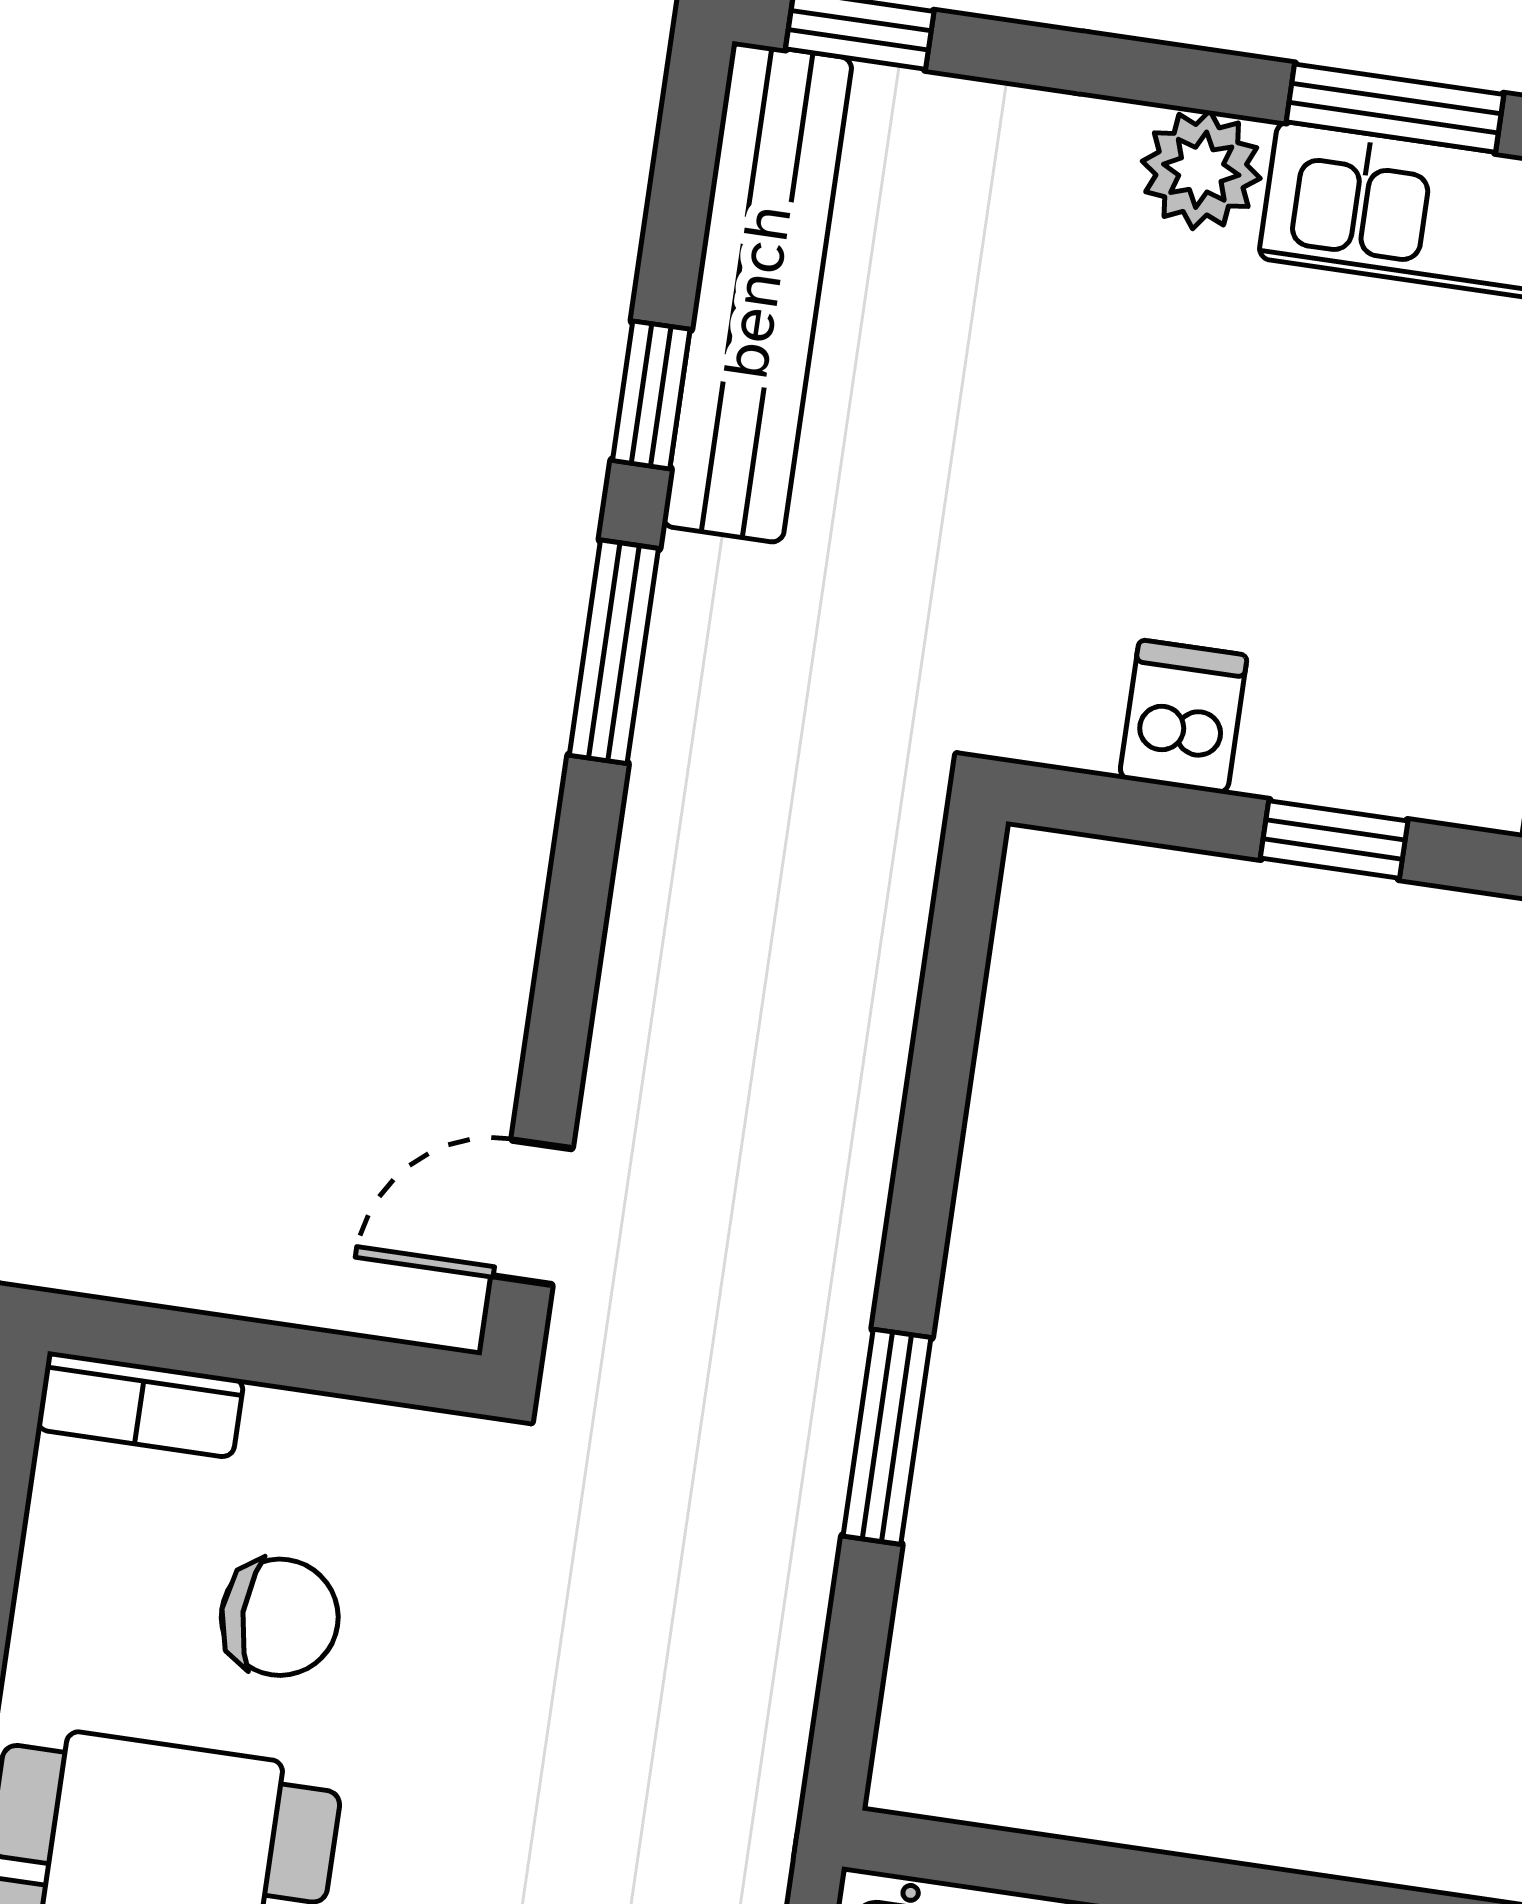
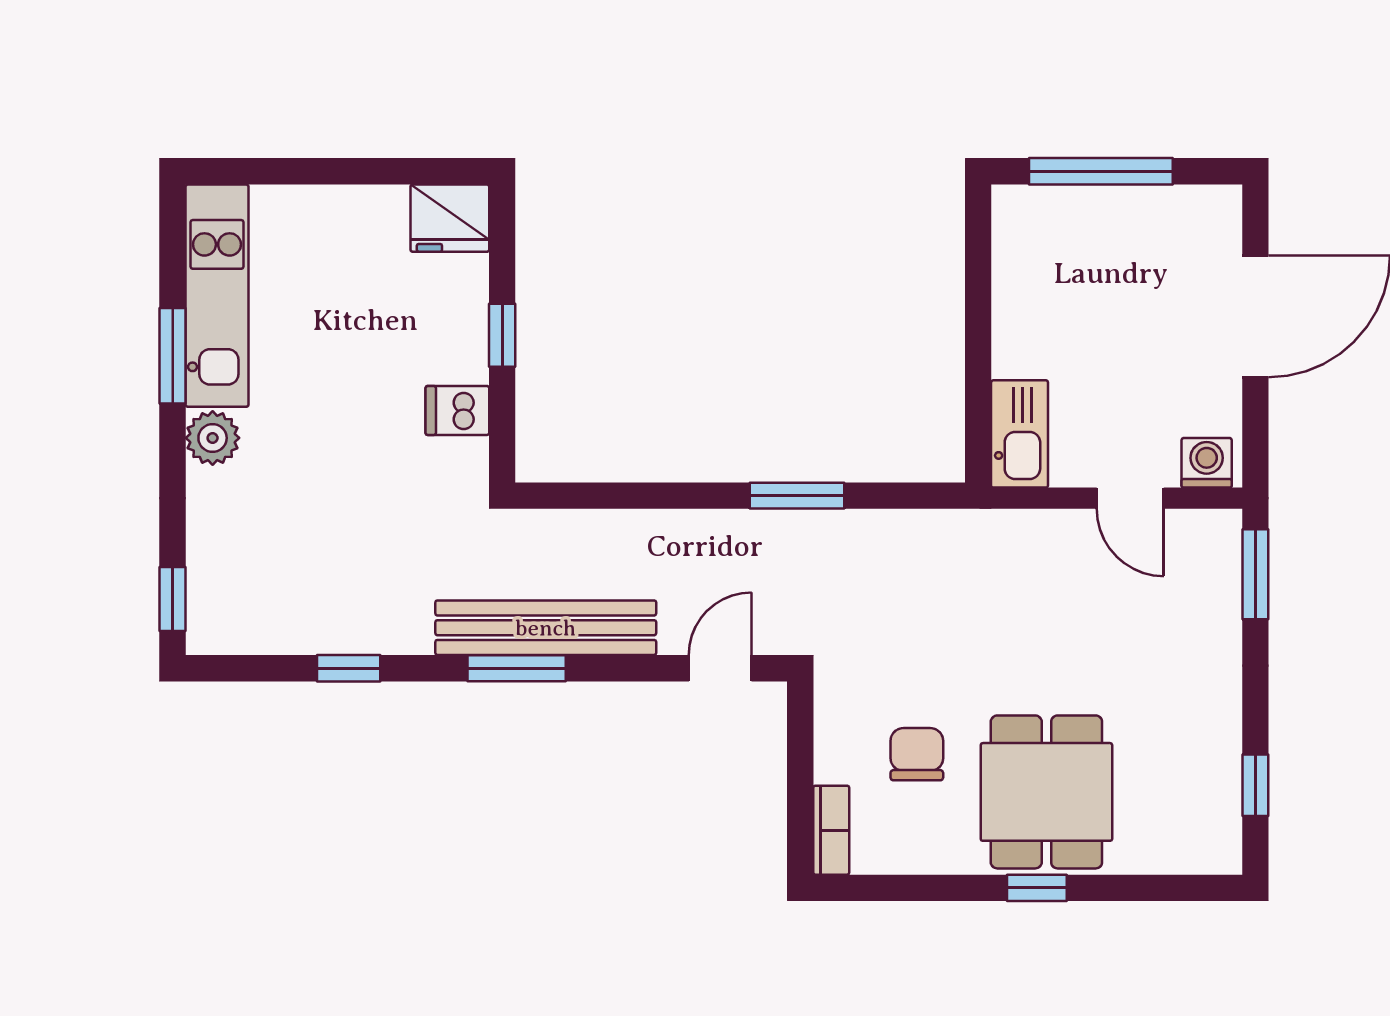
bench: (757, 292) -> (546, 628), moved
window: (614, 652) -> (517, 668), moved
door: (532, 1212) -> (720, 668), swing flipped

